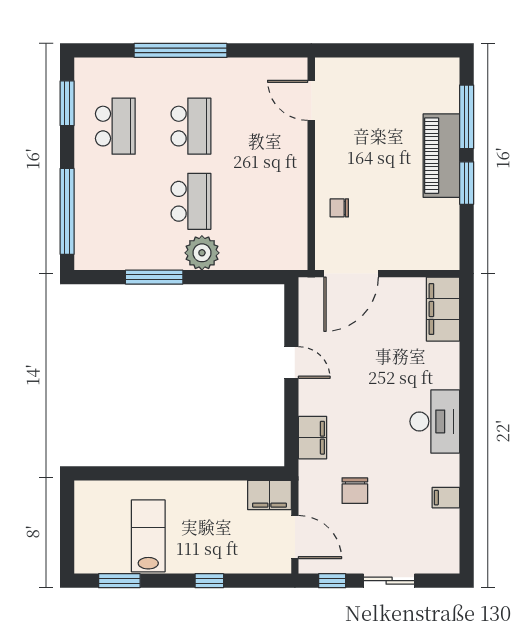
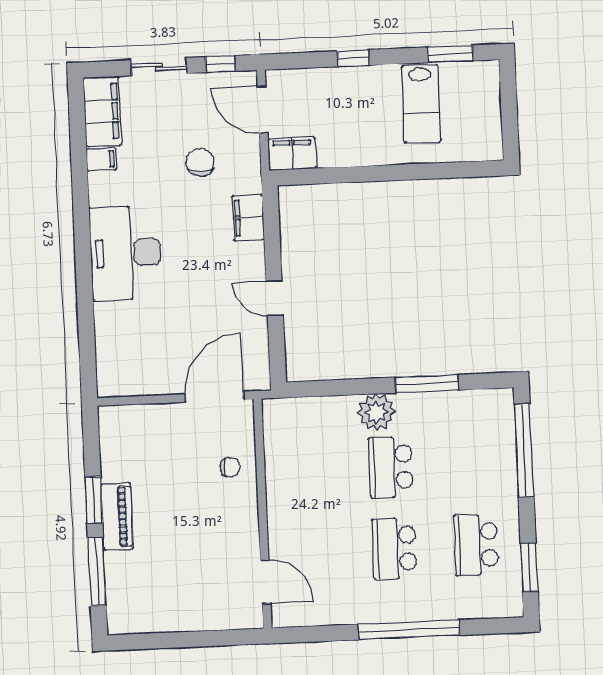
piano: (441, 156) -> (117, 516), width x0.73, depth x0.75
filing cabinet: (443, 309) -> (102, 111), moved
desk: (435, 421) -> (125, 253), width x1.36, depth x1.30

